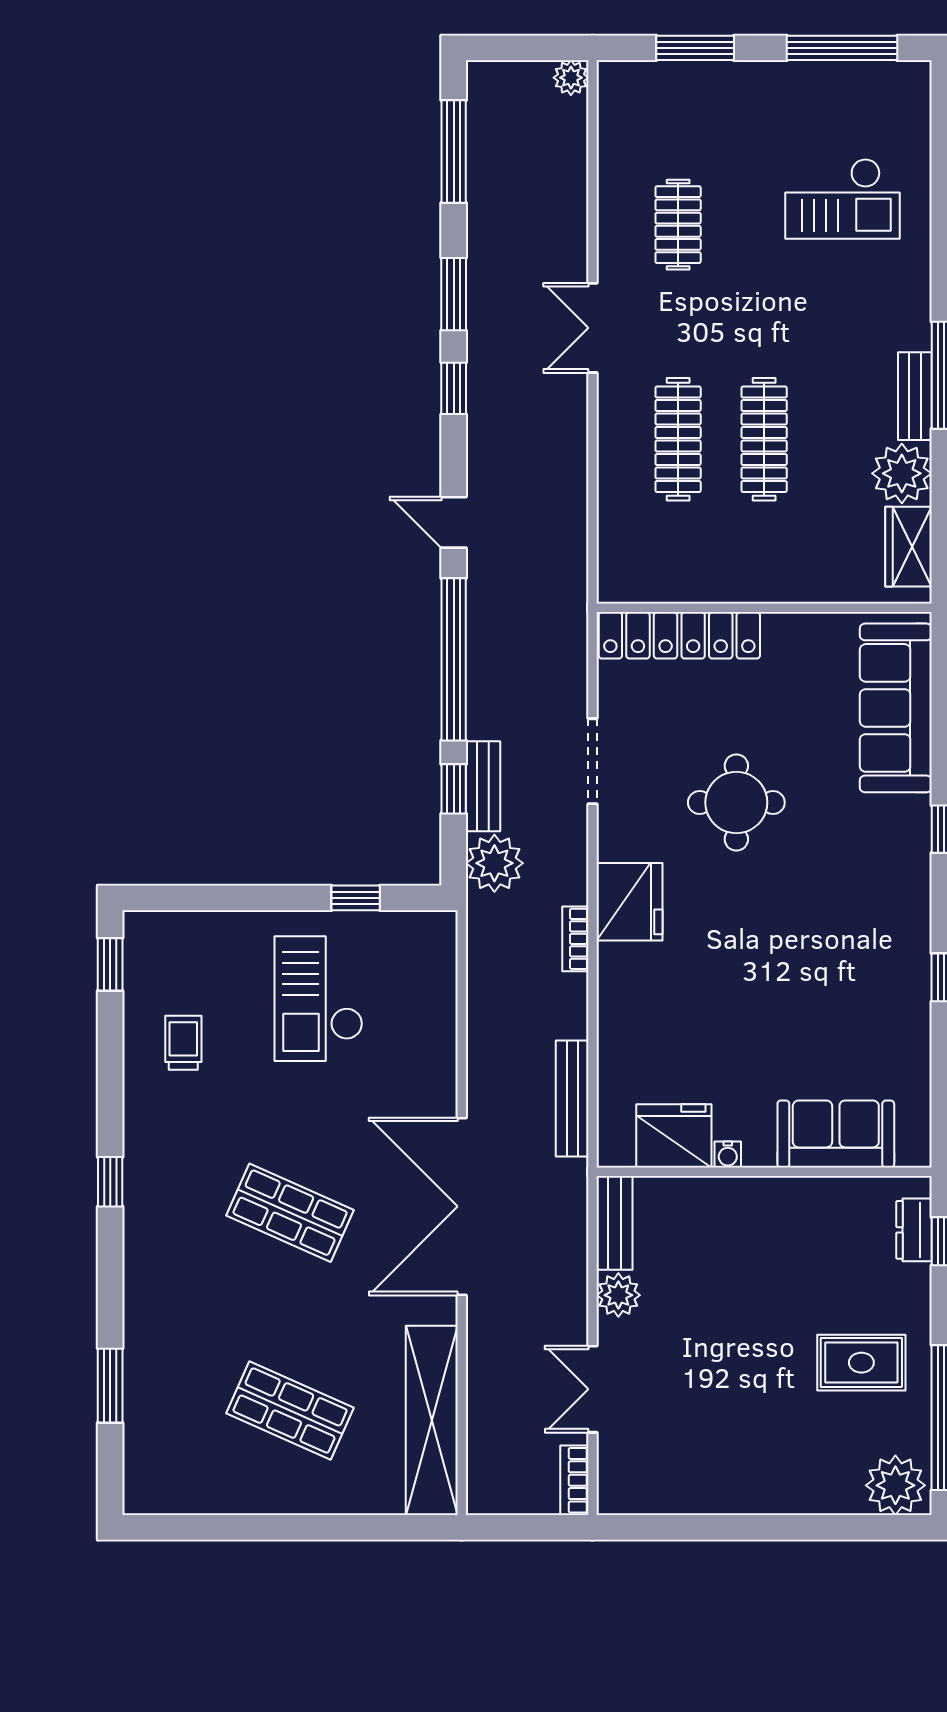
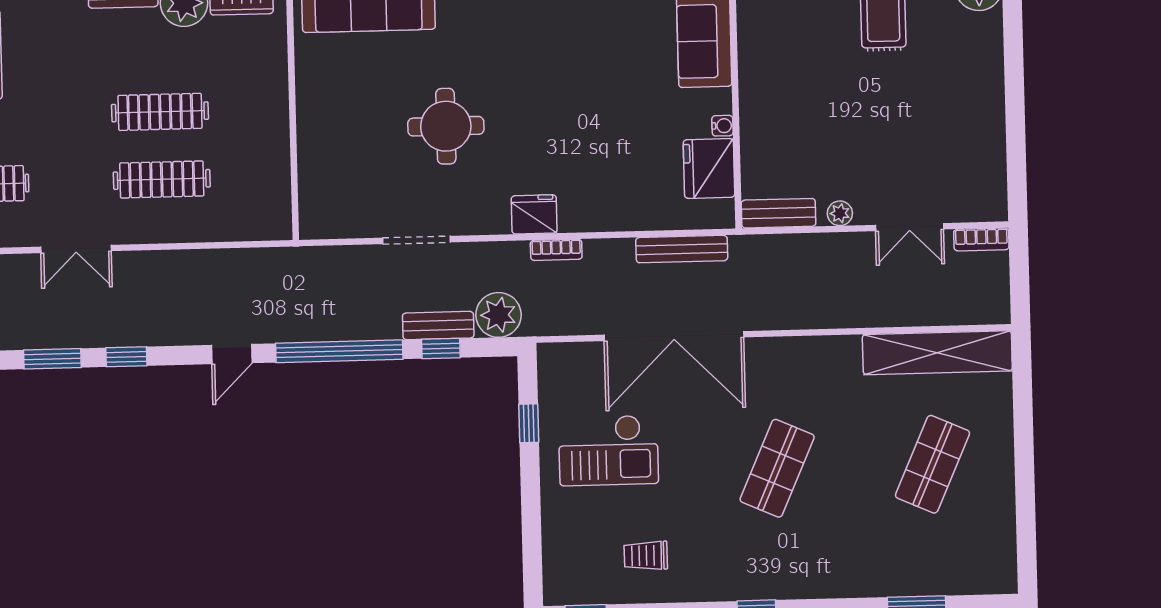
locker: (679, 635) -> (316, 174), removed
fridge: (629, 902) -> (534, 214), width x0.73, depth x0.75
double door: (462, 1206) -> (674, 336), moved
plant: (618, 1295) -> (840, 213), width x0.73, depth x0.73

